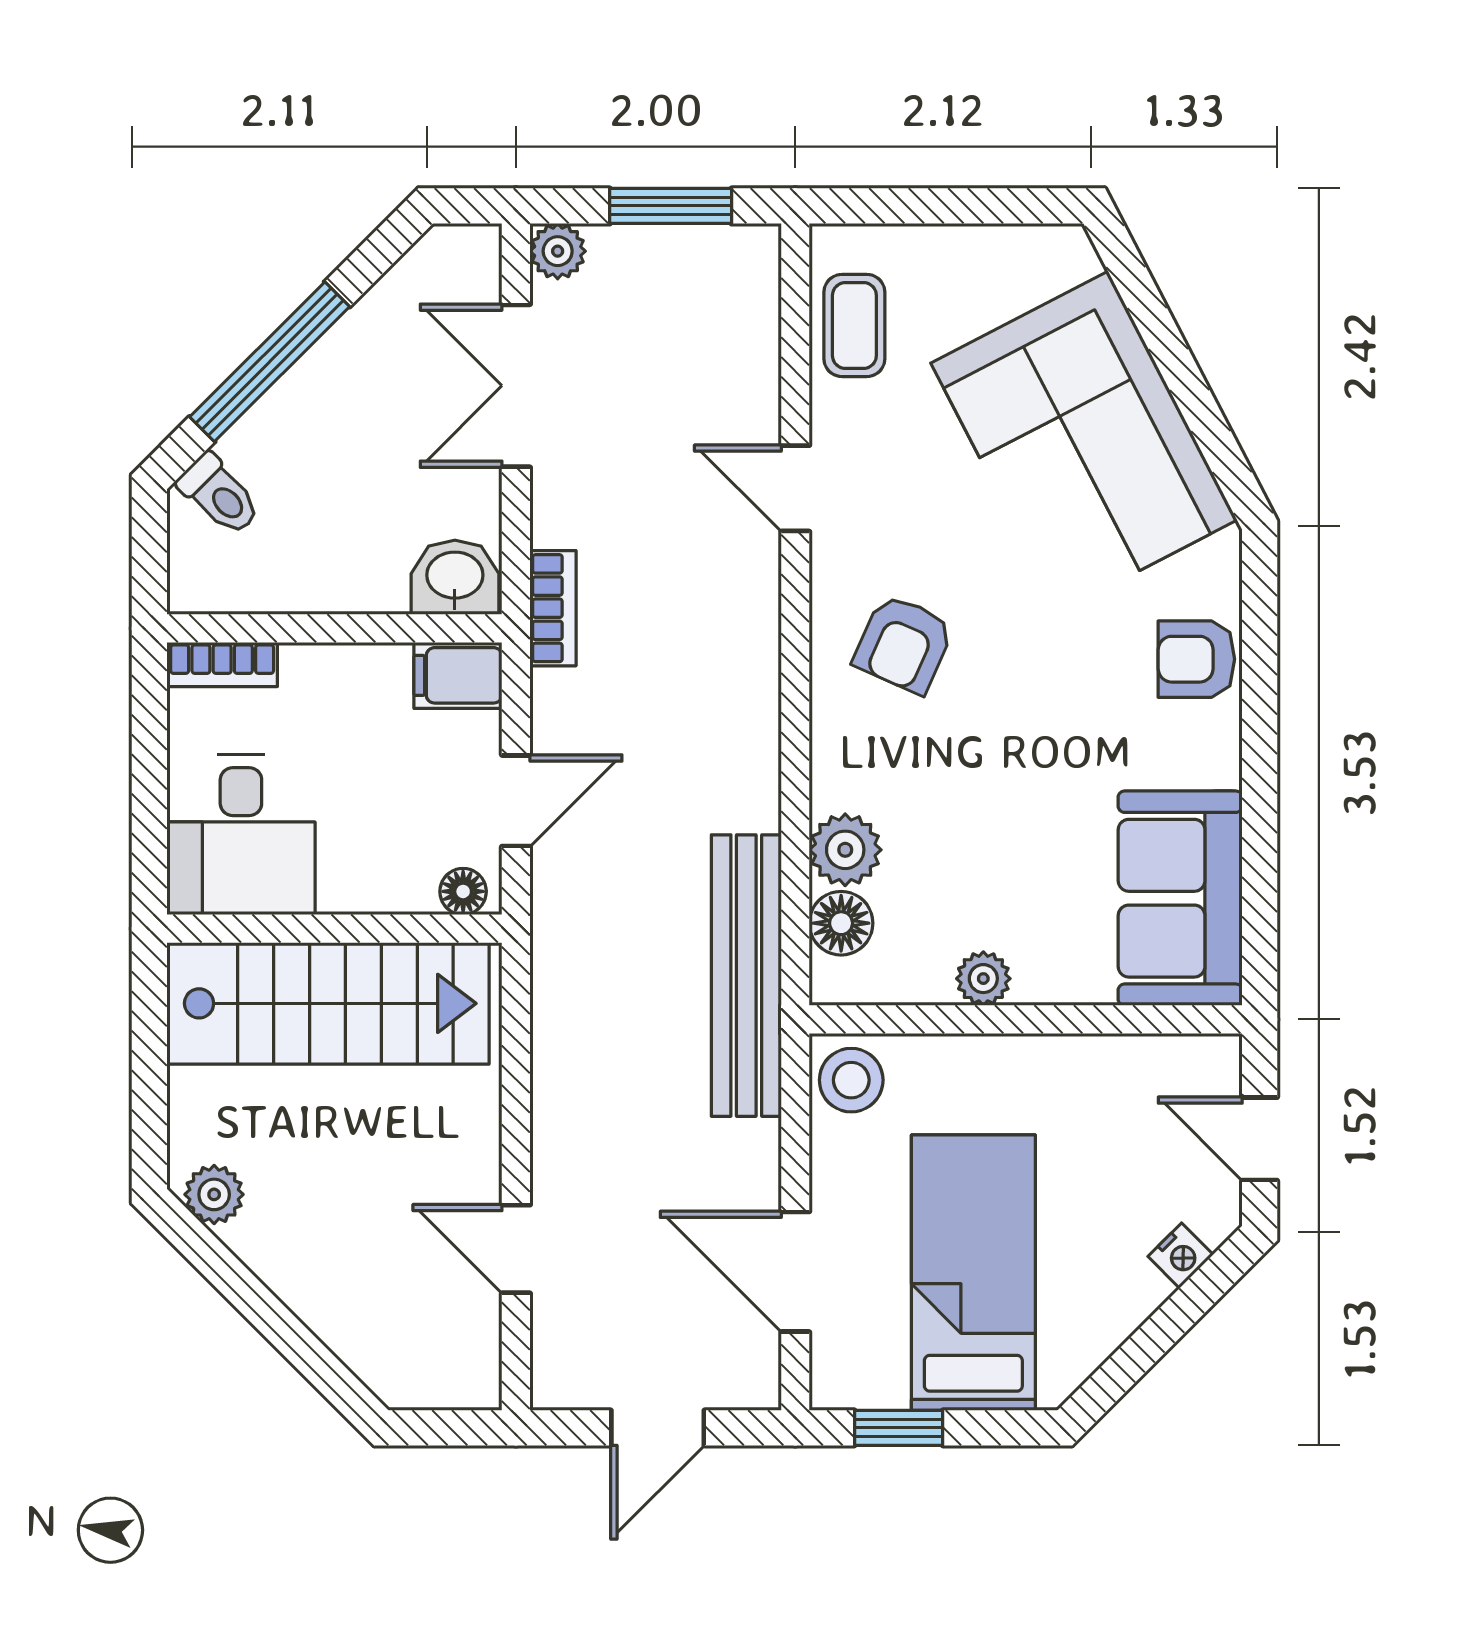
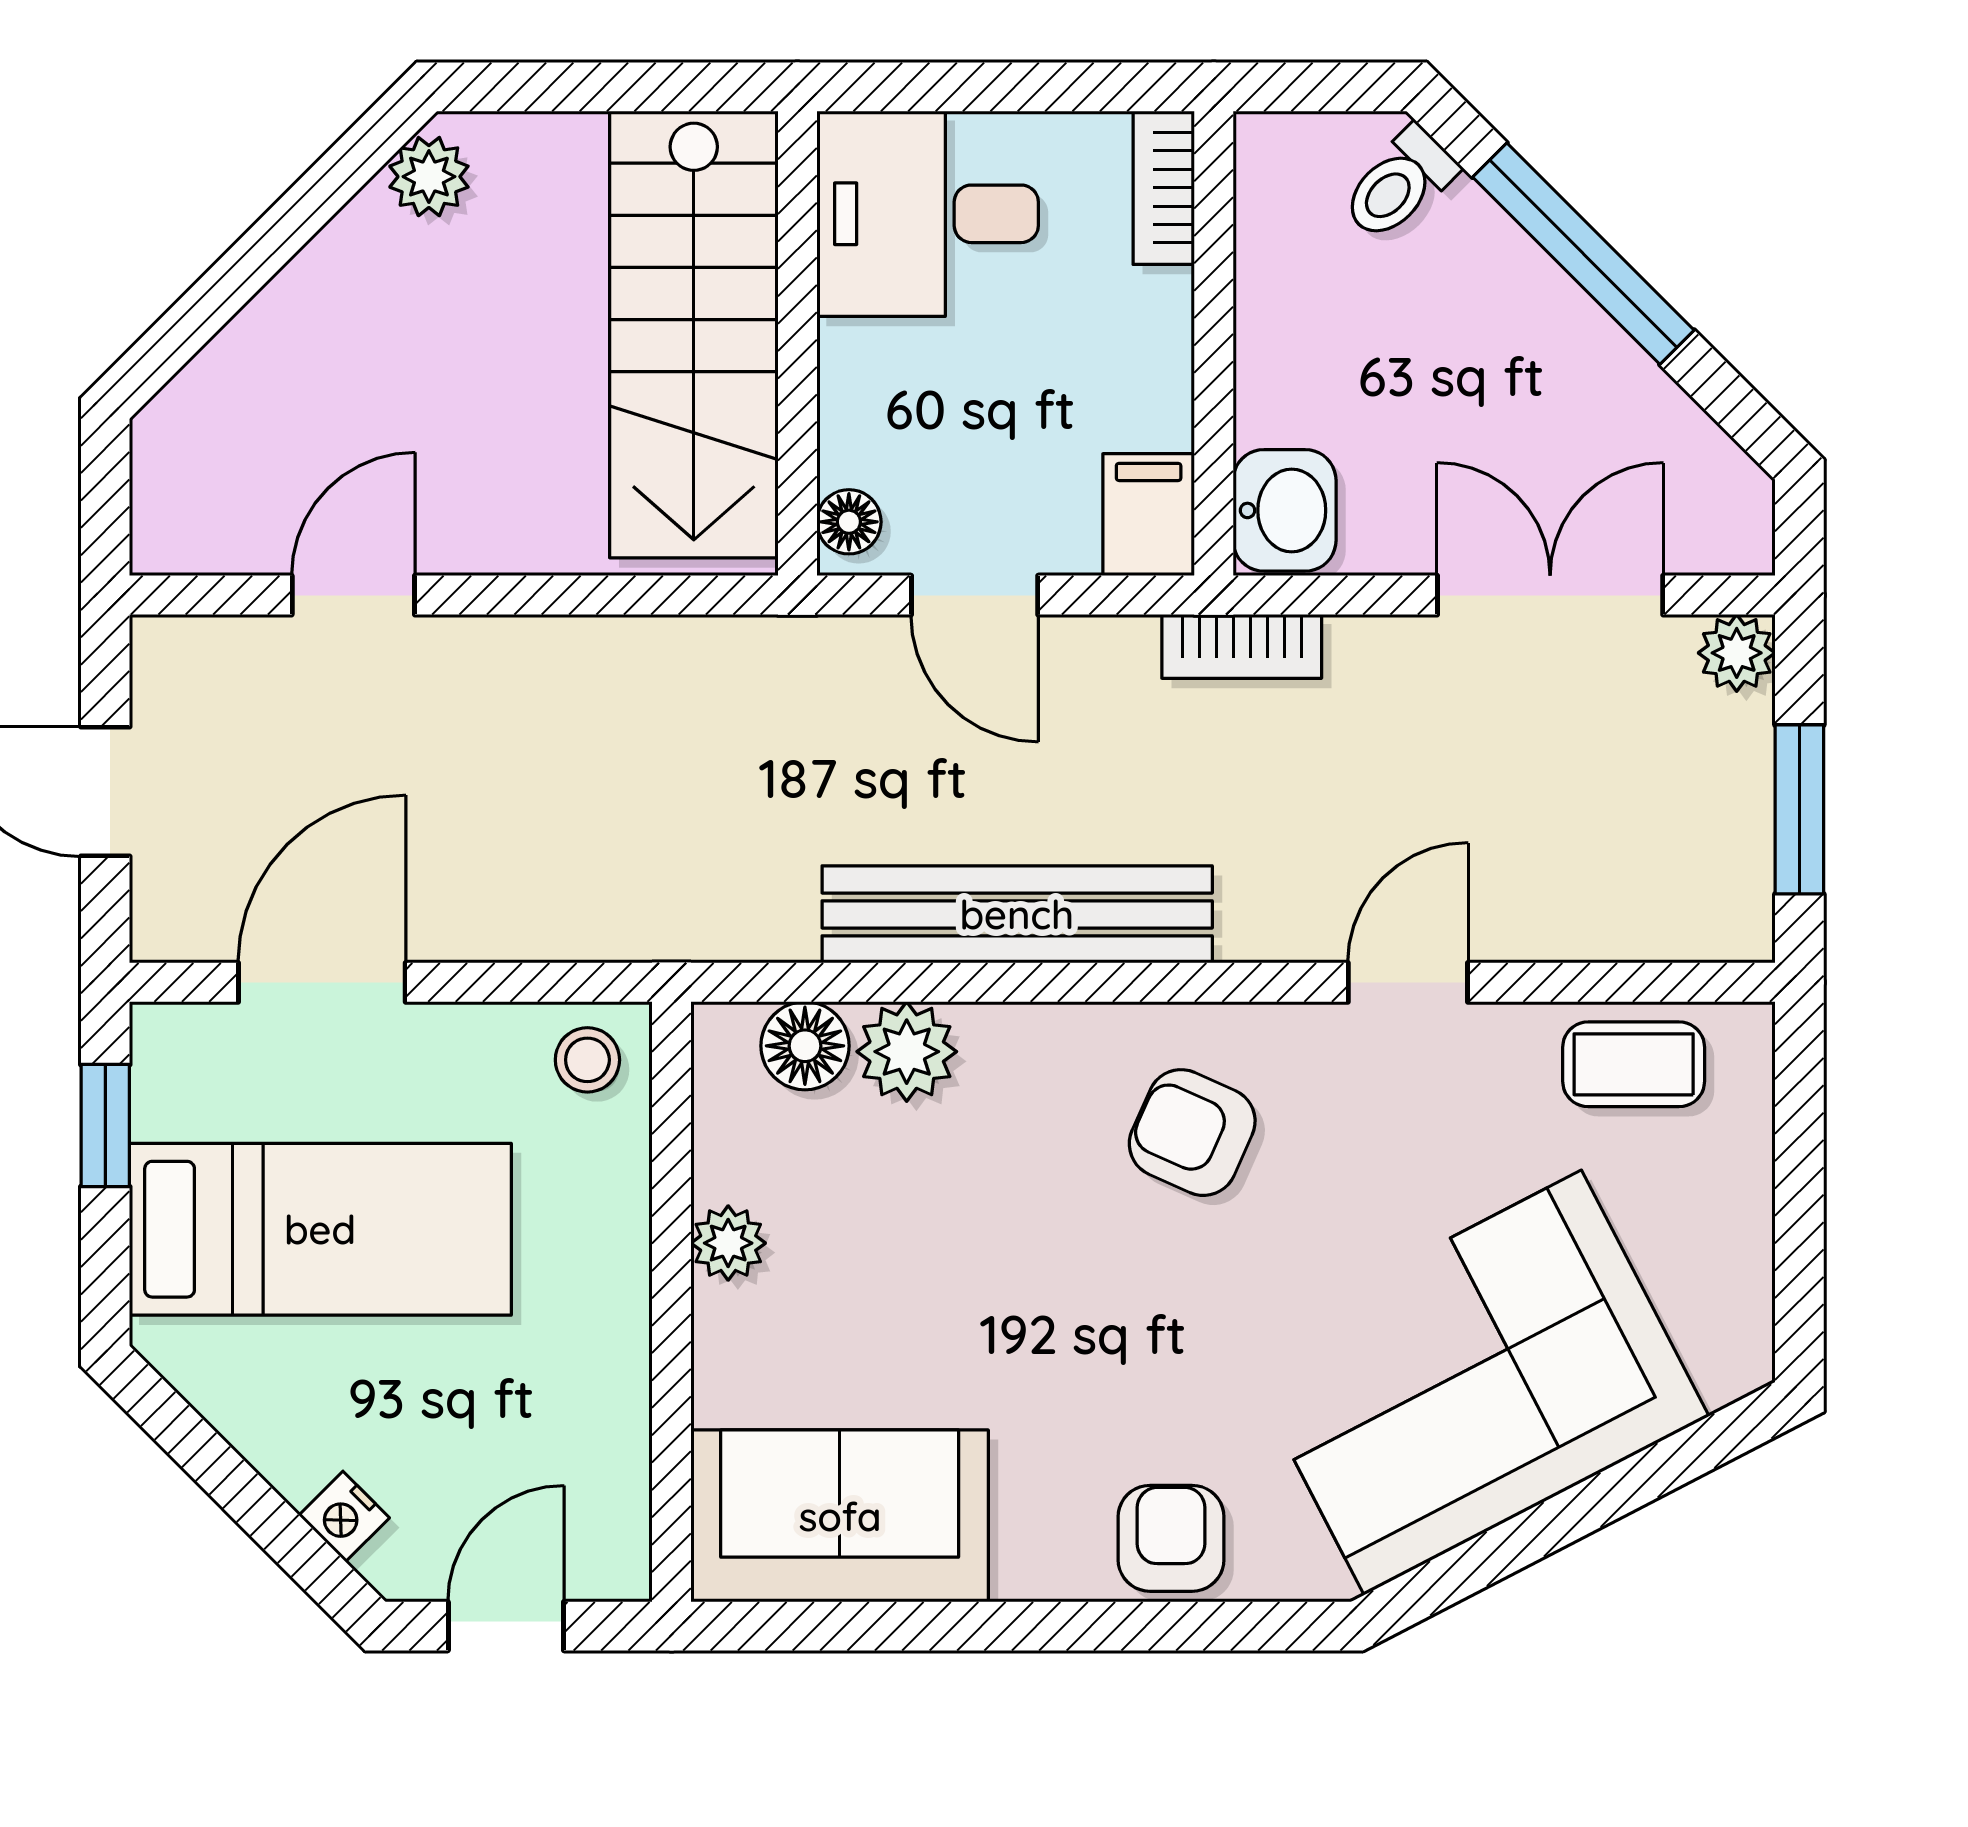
bench: (746, 976) -> (1017, 914), moved
stool: (851, 1080) -> (587, 1060), width x0.73, depth x0.73

